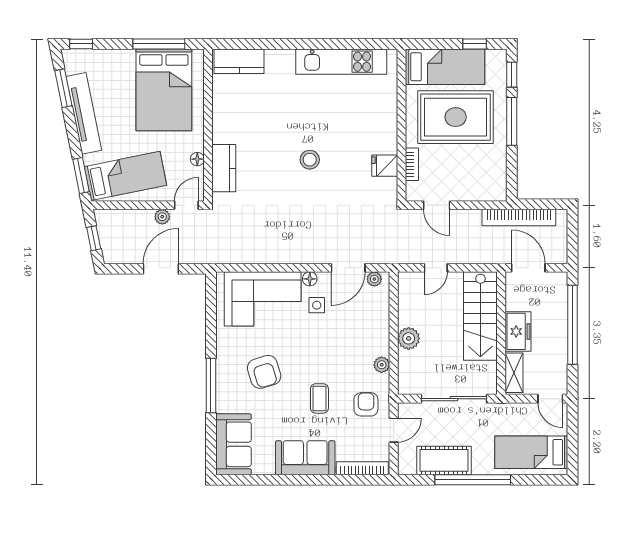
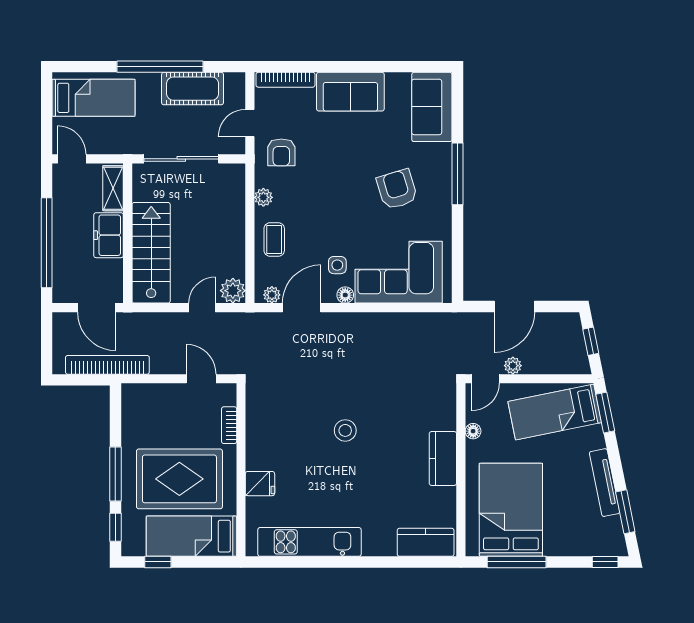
tv unit: (84, 113) -> (605, 483), width x0.73, depth x0.78
fridge: (385, 166) -> (260, 484), moved
kitchen counter: (224, 168) -> (443, 458), moved
plant: (409, 338) -> (233, 291), moved
coffee table: (319, 398) -> (274, 240), moved

